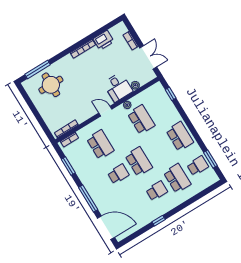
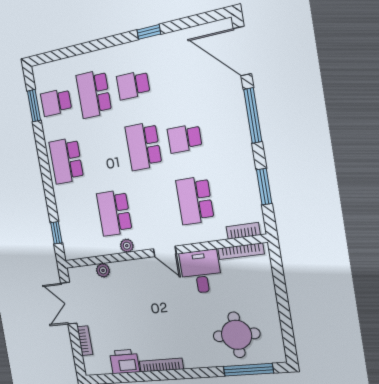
desk: (118, 87) -> (201, 272), moved

